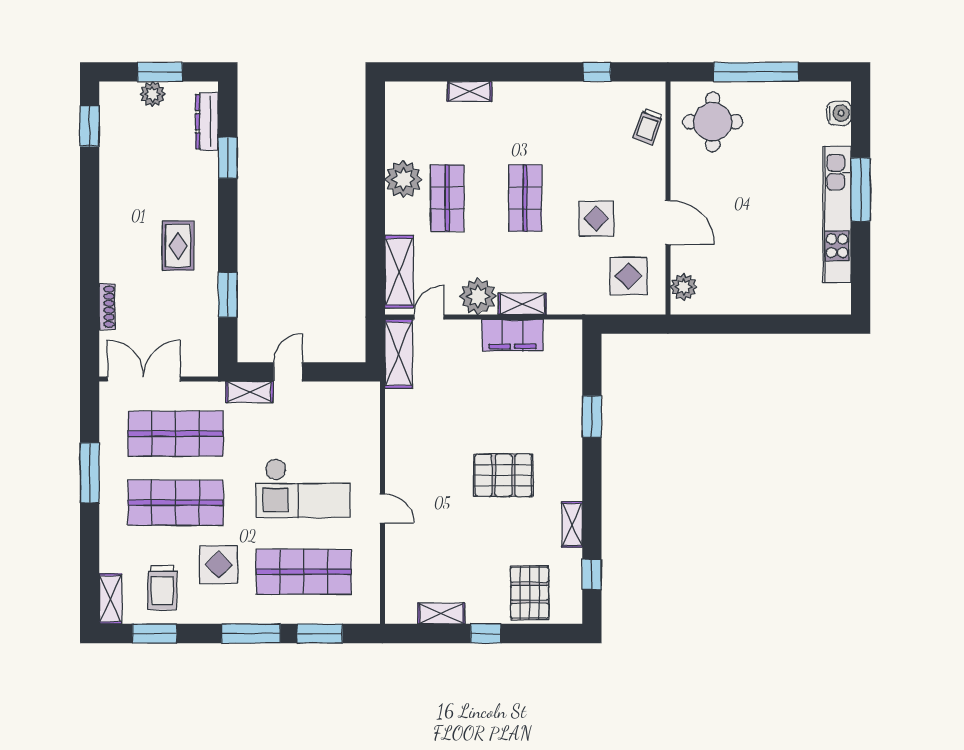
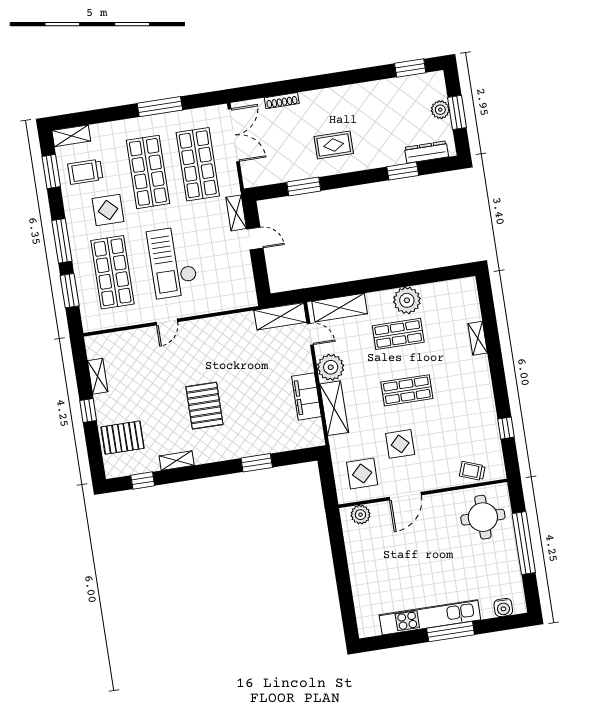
shelving: (522, 304) -> (334, 408), width x1.50, depth x1.33

